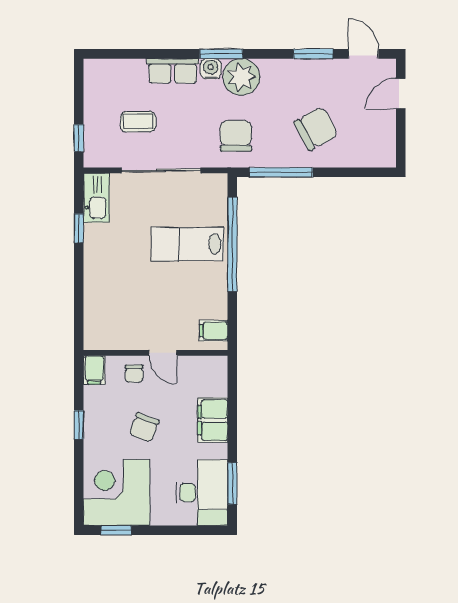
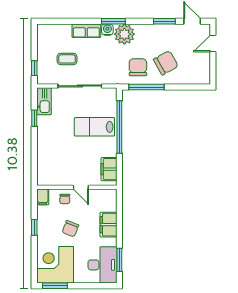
chair: (236, 136) -> (138, 67), moved
filing cabinet: (214, 331) -> (109, 169), width x2.00
window: (116, 530) -> (55, 286), width x1.50

